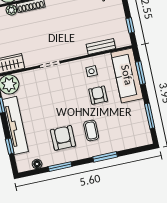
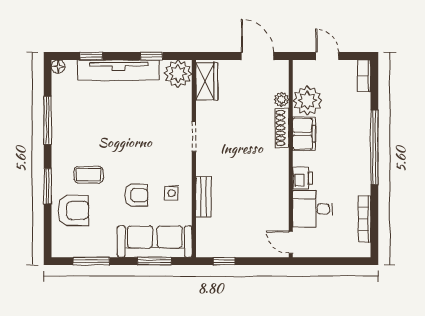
bench: (101, 46) -> (203, 197), moved
armchair: (63, 138) -> (73, 210), moved
floor lamp: (37, 164) -> (58, 67), moved
window: (60, 167) -> (48, 120), width x1.44

